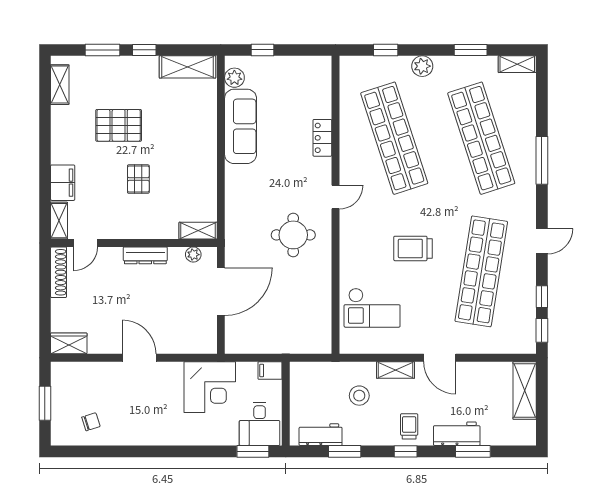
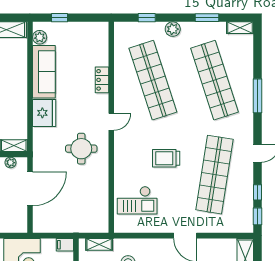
fridge: (241, 184) -> (44, 113), added
shelving: (396, 370) -> (99, 244), moved

